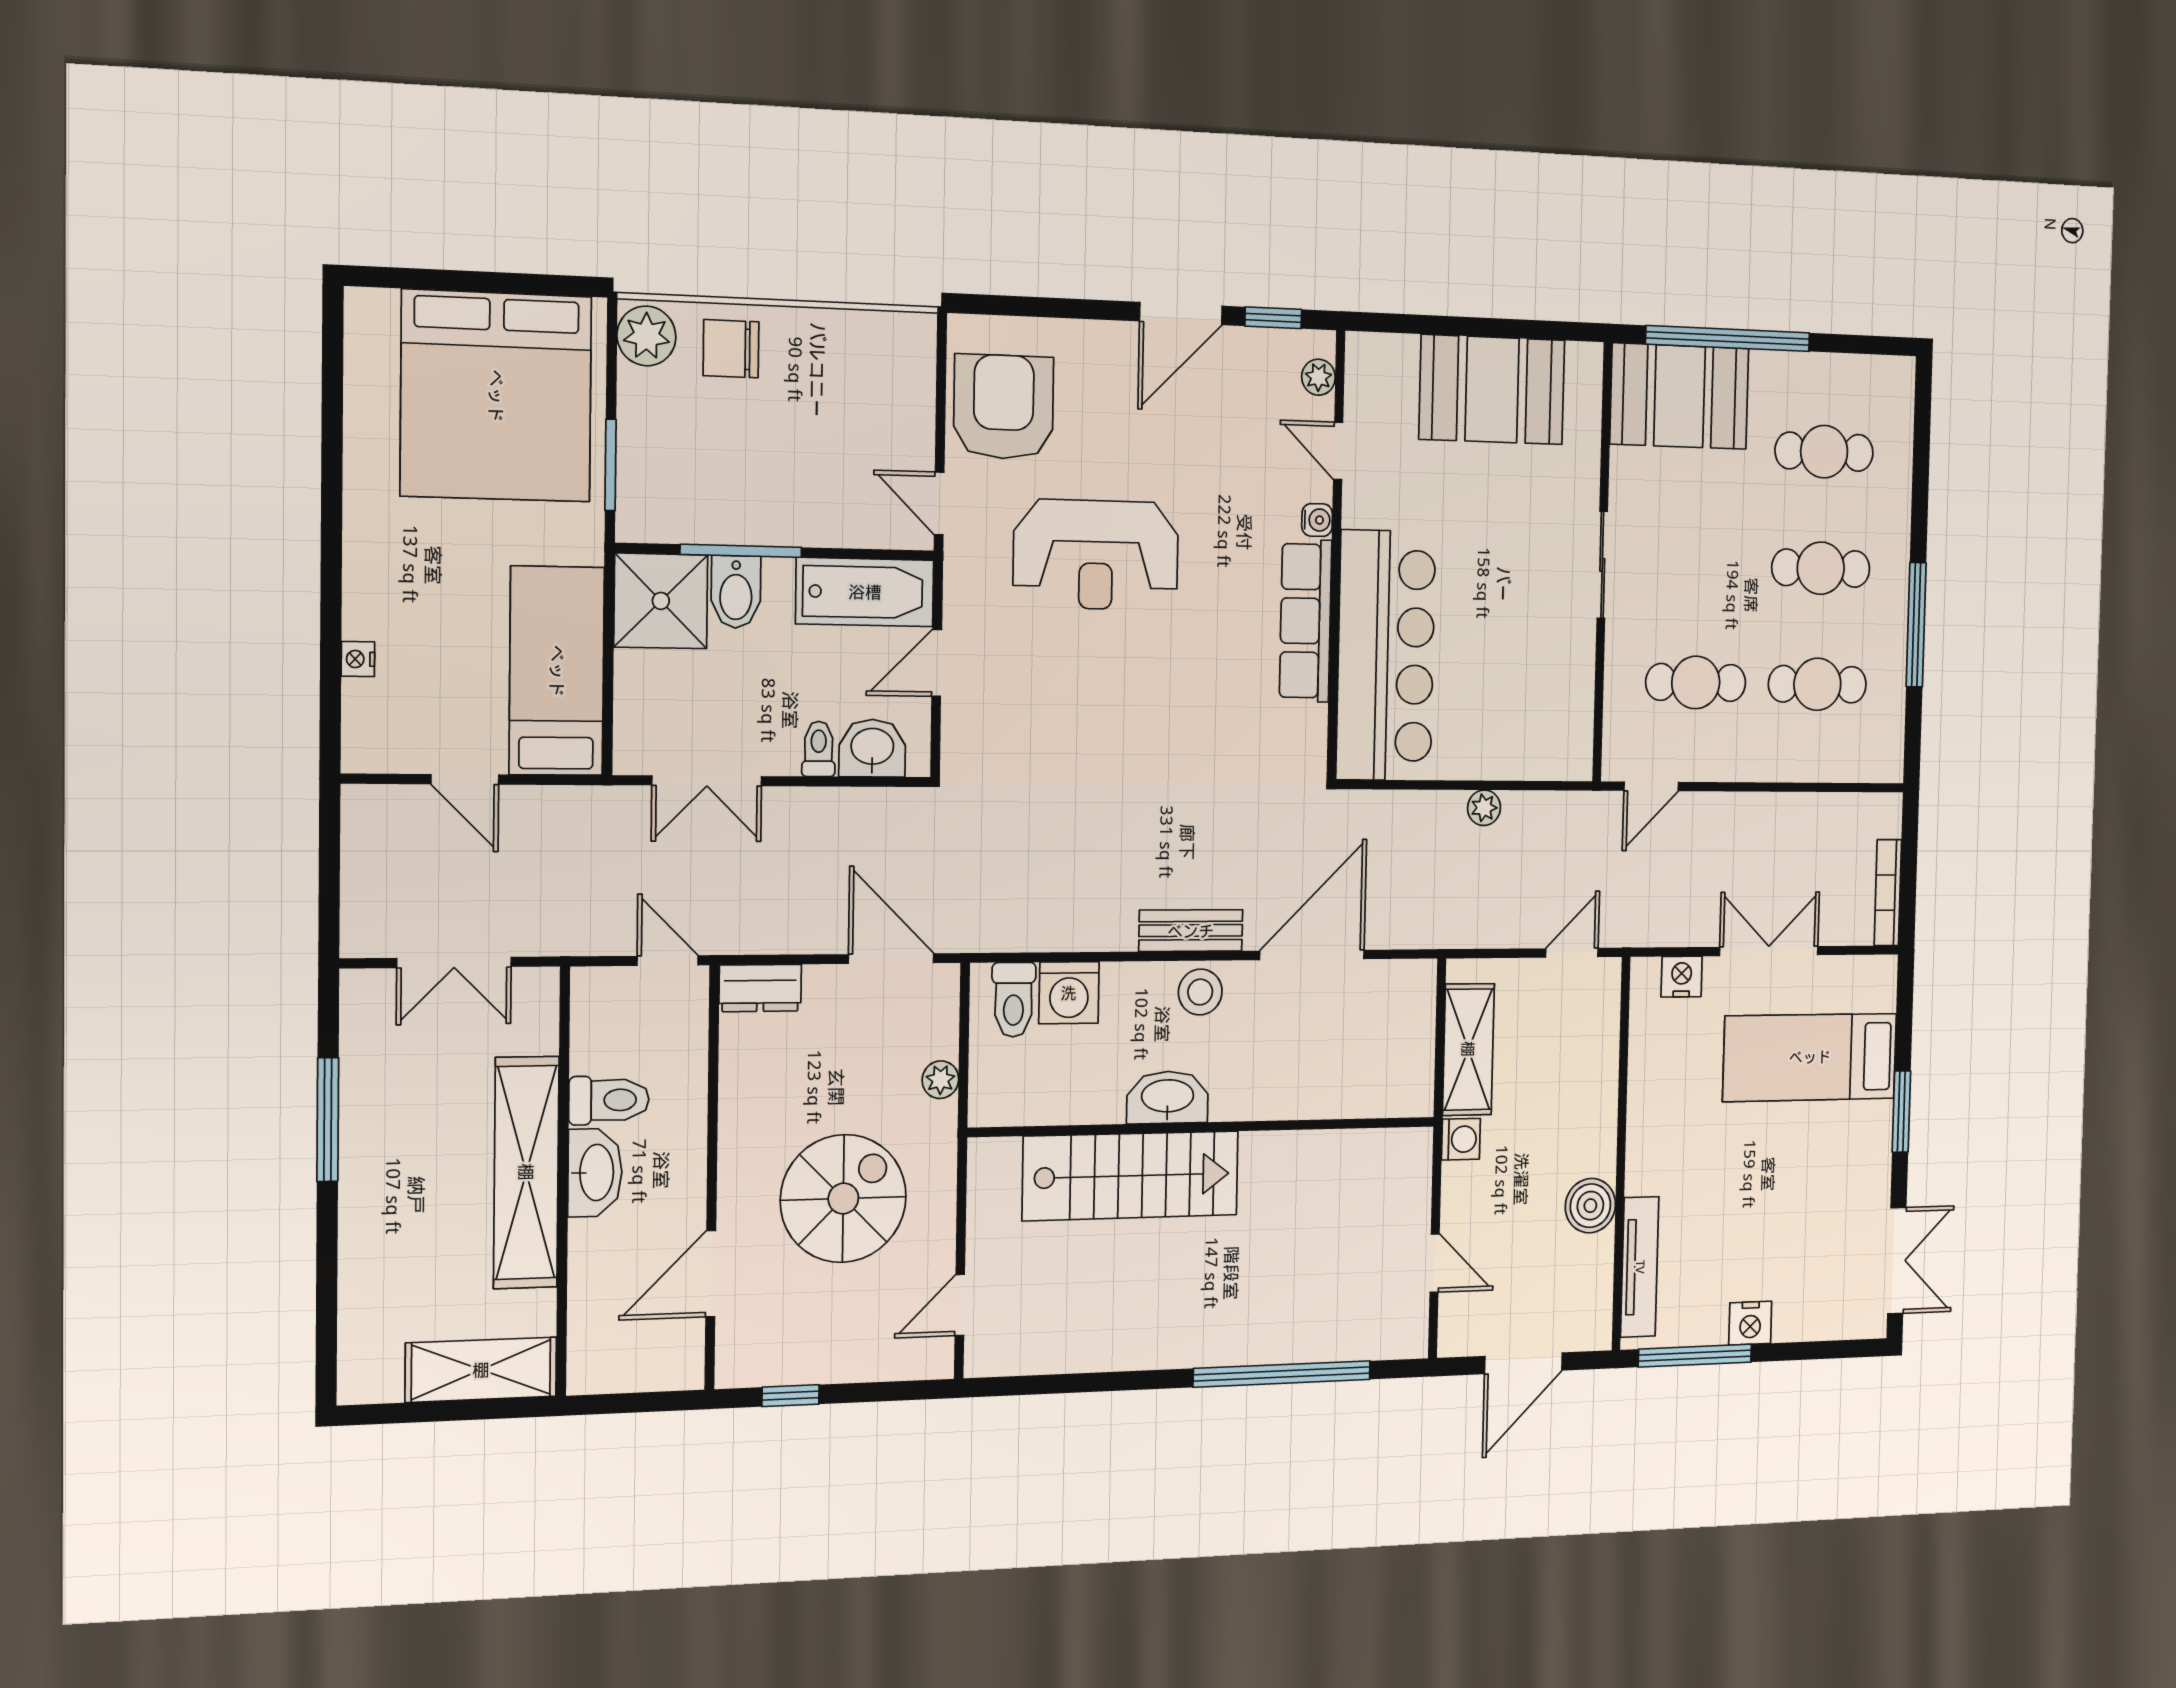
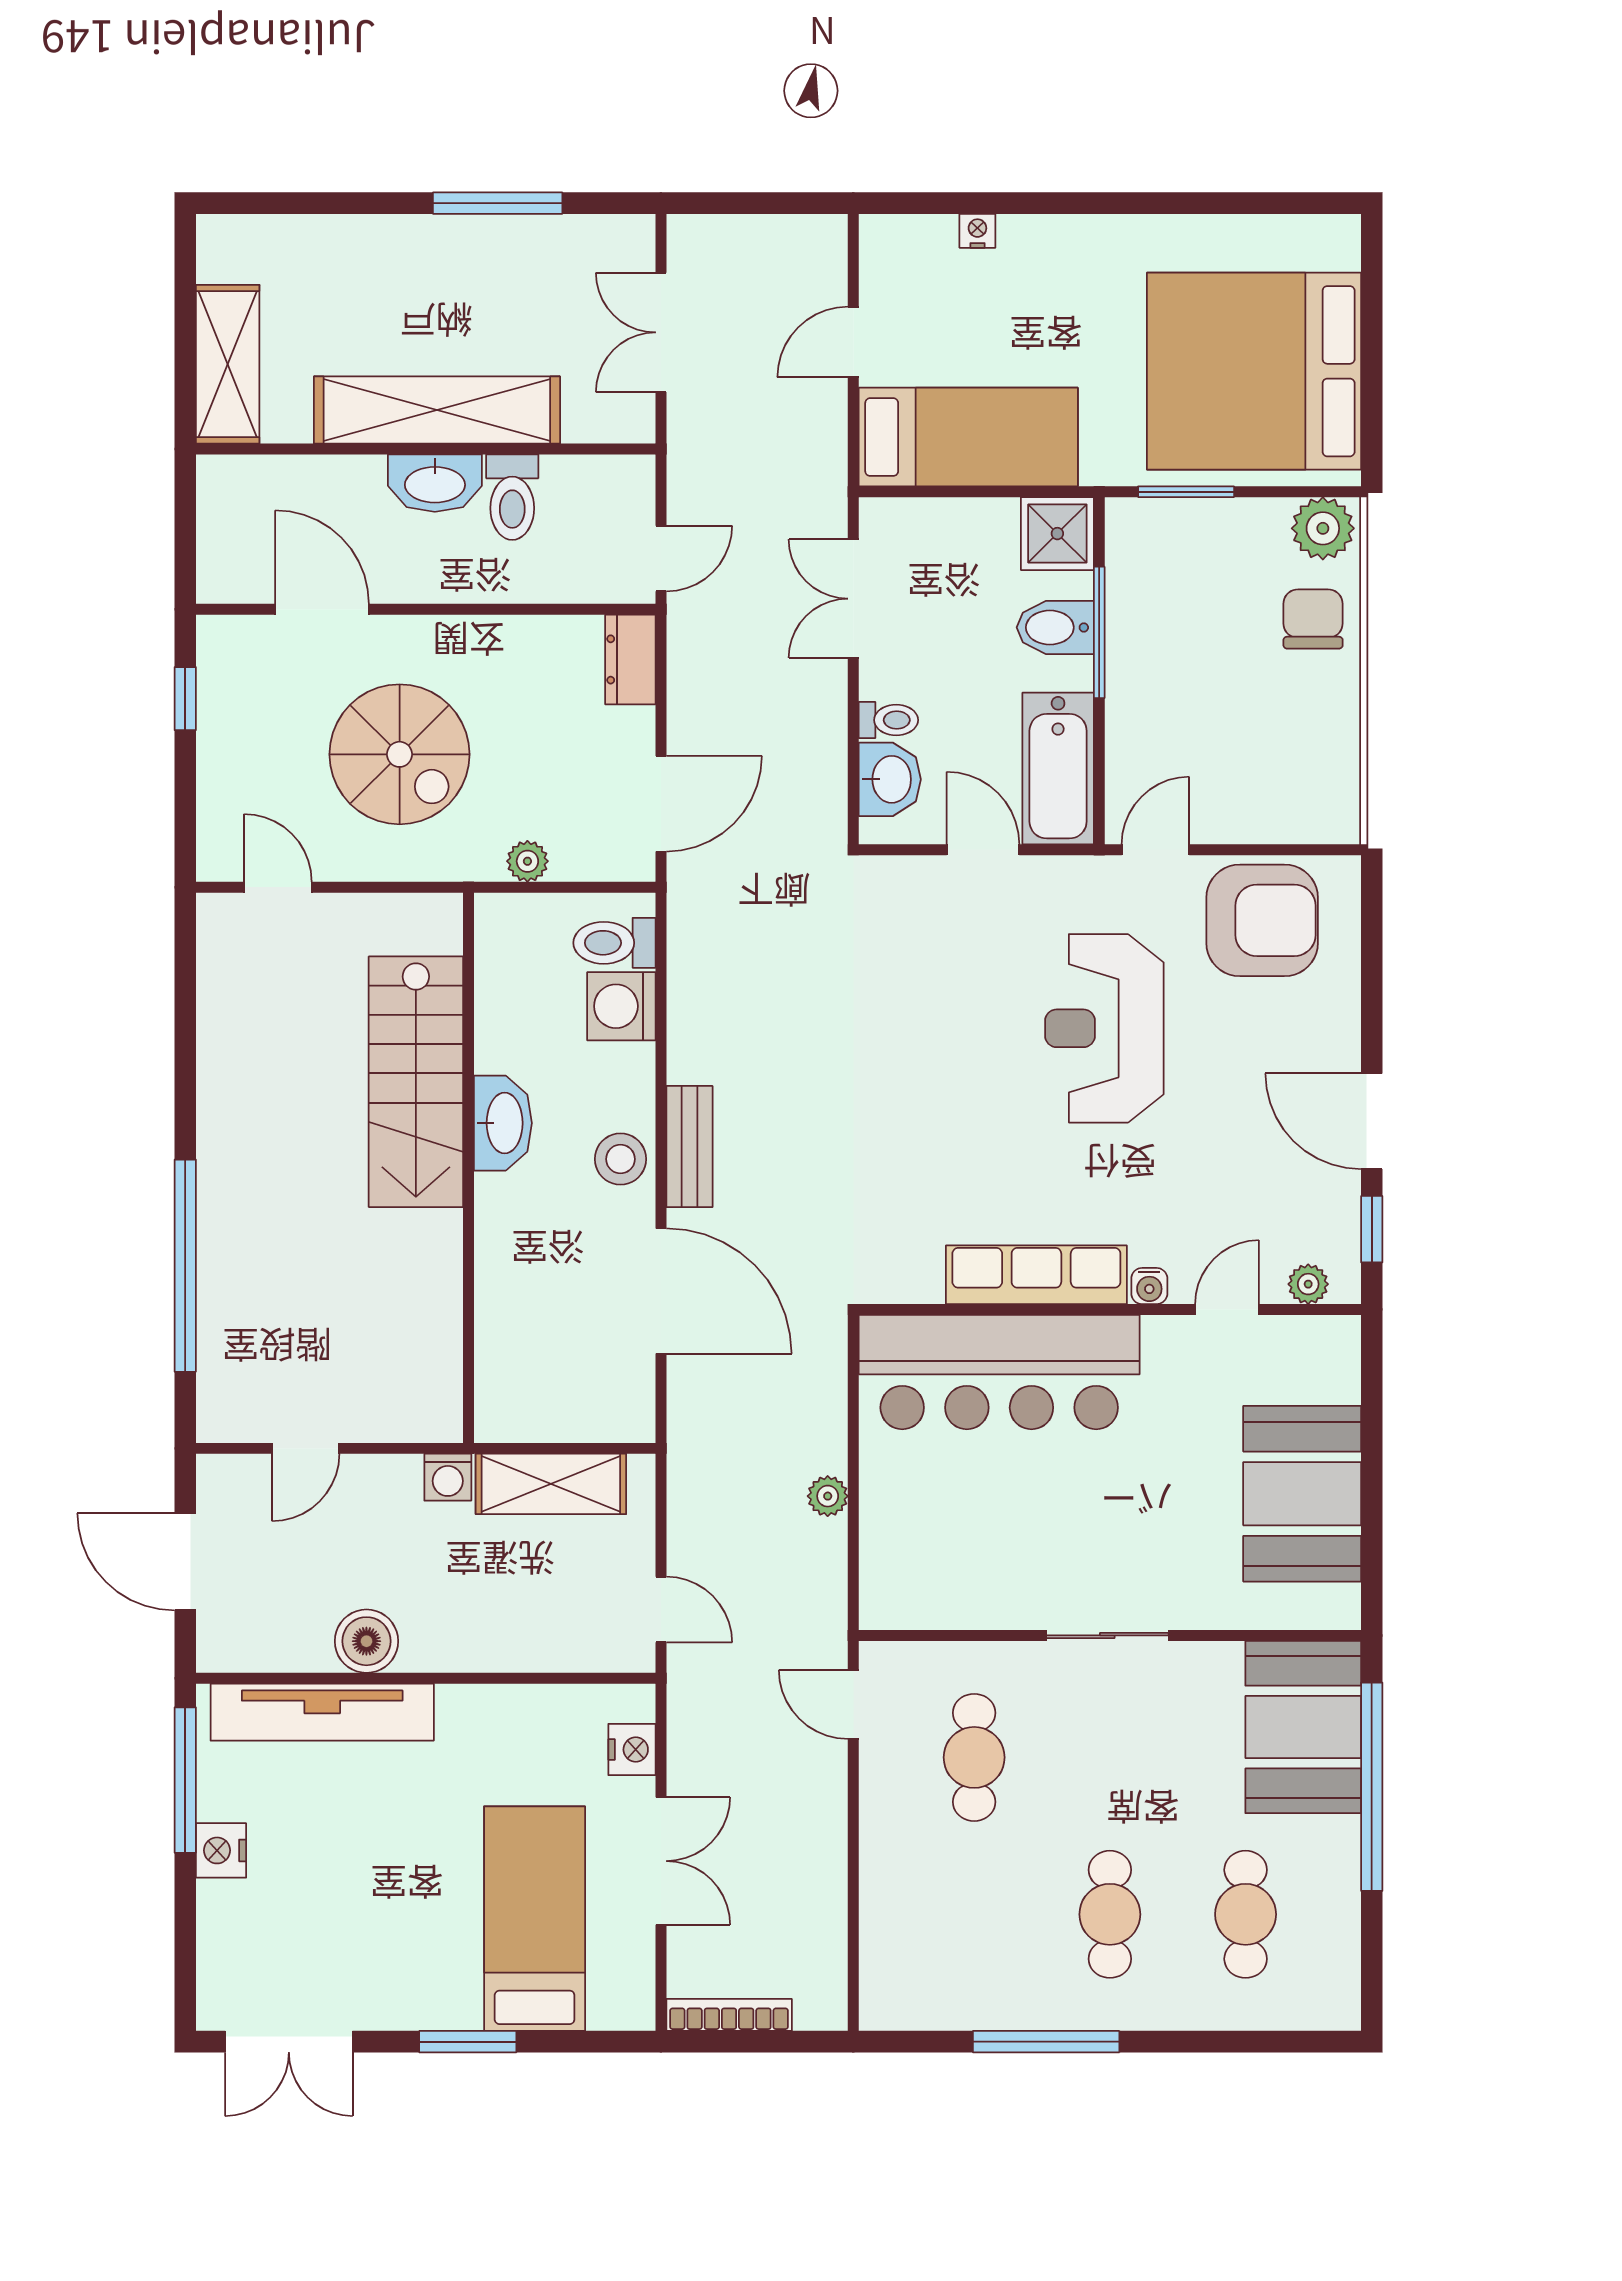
shower: (661, 601) -> (1057, 534), width x0.73, depth x0.73
cafe table: (1817, 684) -> (974, 1914), removed
tv unit: (1640, 1267) -> (322, 1712), width x1.36, depth x1.29

